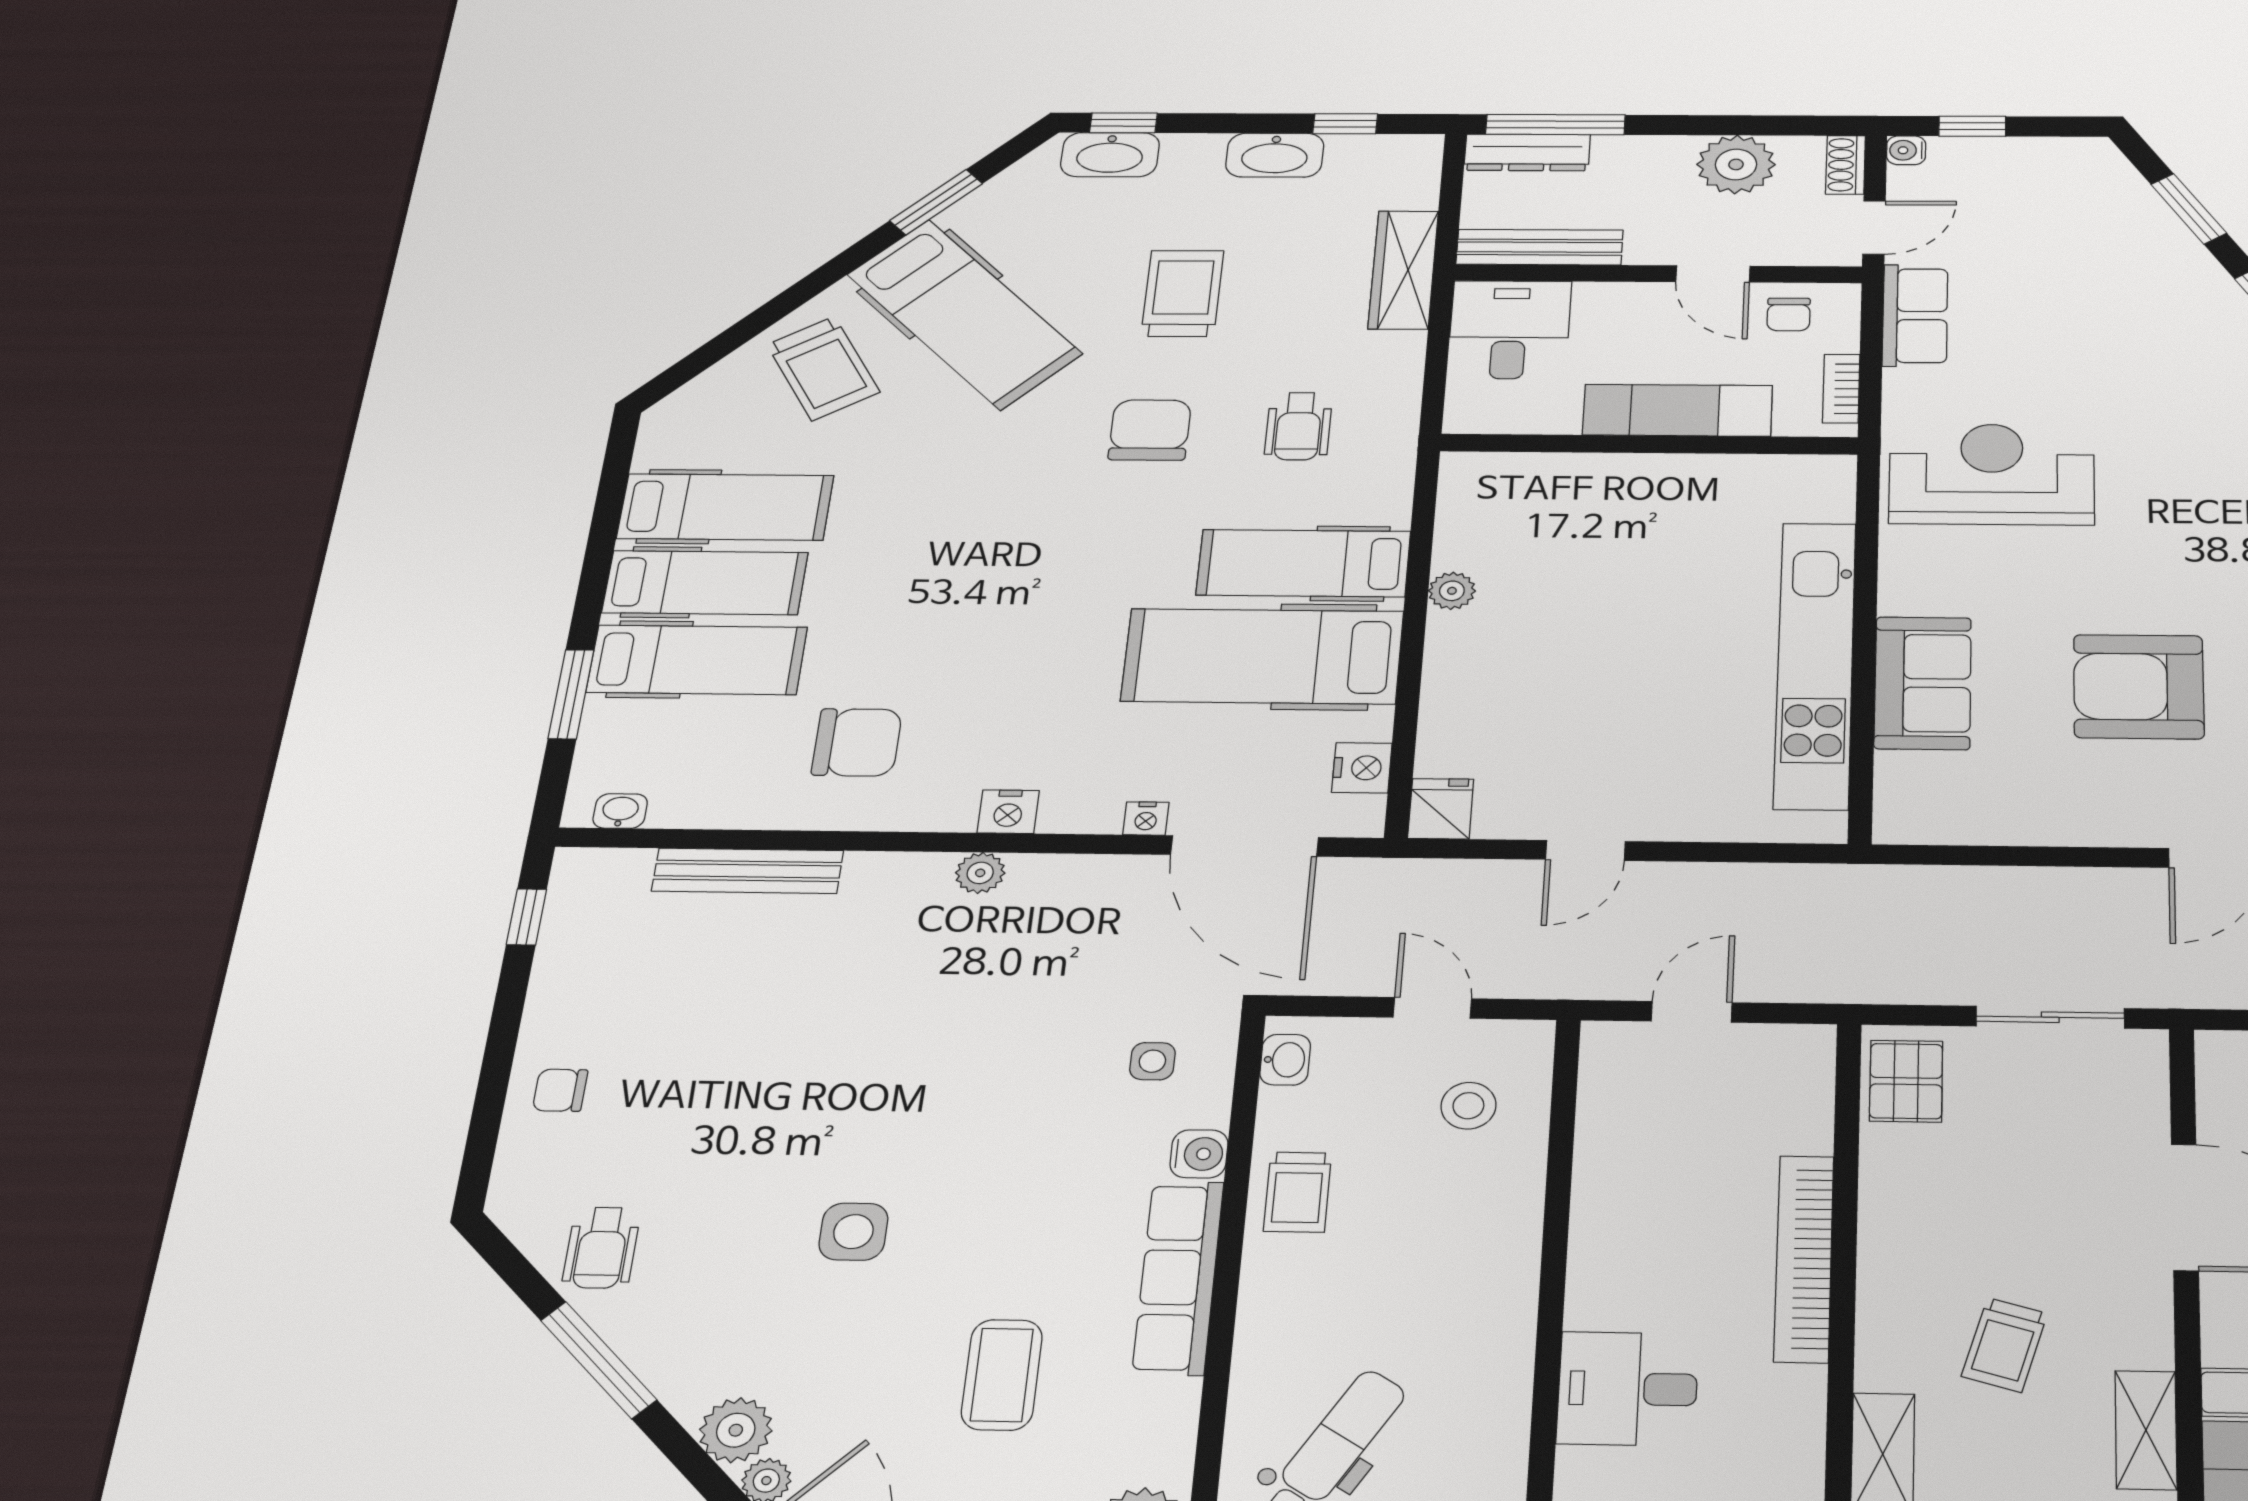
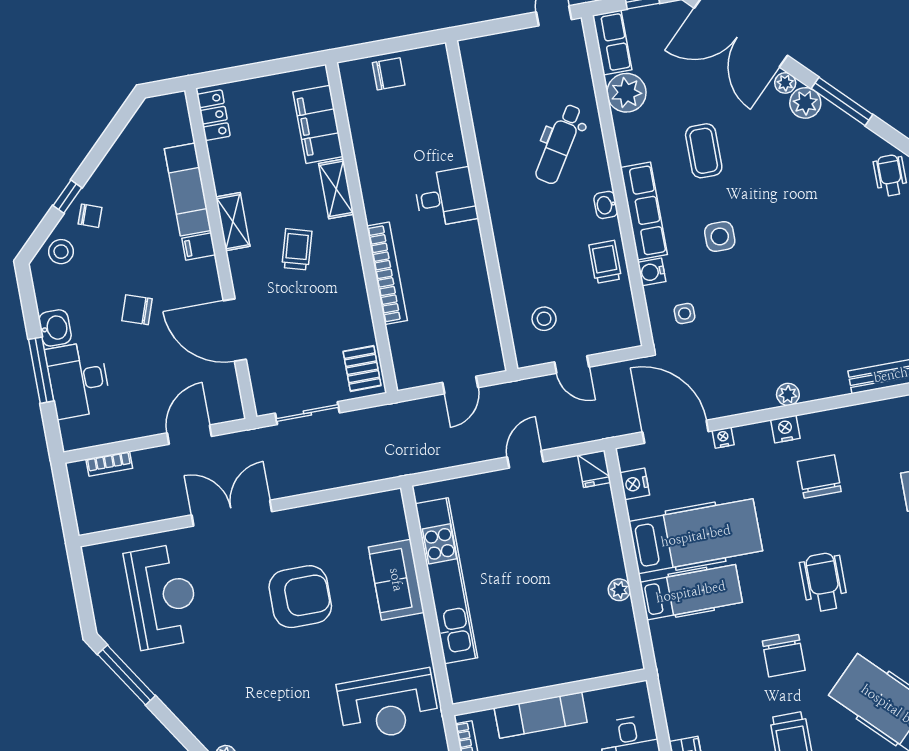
wheelchair: (1298, 426) -> (824, 582), moved, width x1.36, depth x1.37
chair: (857, 742) -> (819, 477), moved, turned 90
washbasin: (1285, 1060) -> (606, 205), moved
side table: (853, 1232) -> (720, 236), moved
window: (599, 1360) -> (842, 101), moved

